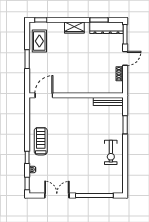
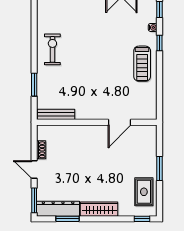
wardrobe: (74, 27) -> (99, 209), width x1.50
door: (125, 58) -> (34, 170), hinge flipped
door: (44, 95) -> (120, 122), moved

